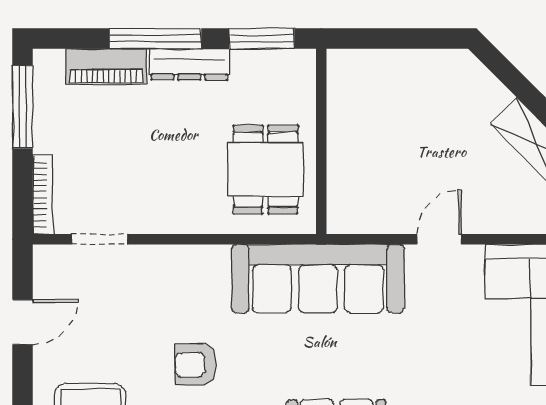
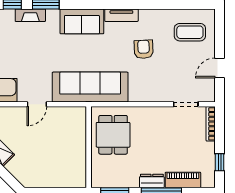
dresser: (189, 64) -> (152, 181), width x0.70
window: (23, 107) -> (220, 162), width x0.46
armchair: (196, 365) -> (144, 49), turned -93

